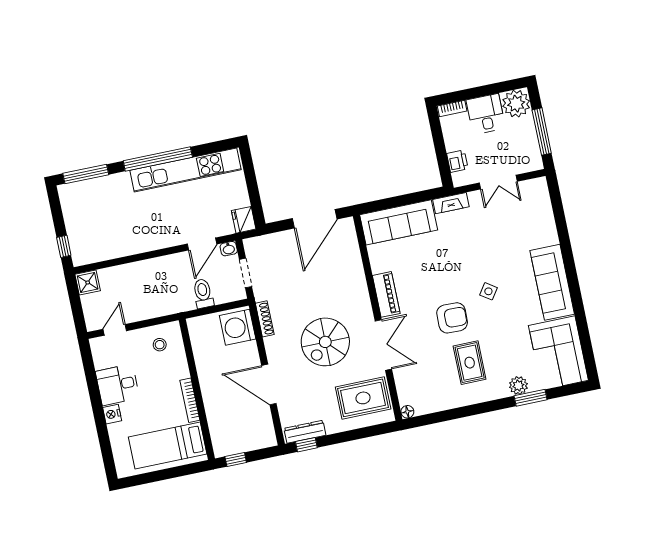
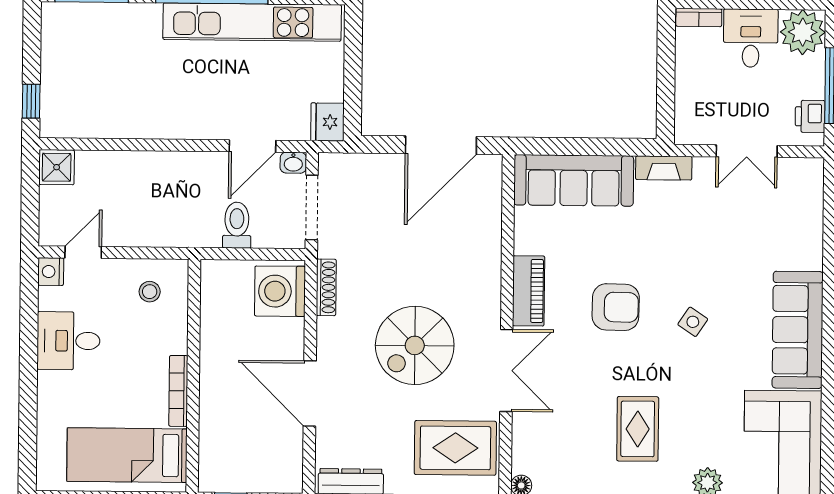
printer: (457, 161) -> (810, 116), moved, turned 180
doorway: (246, 273) -> (312, 208), width x1.38
armchair: (452, 318) -> (616, 307), moved
nightstand: (112, 414) -> (51, 272), moved

